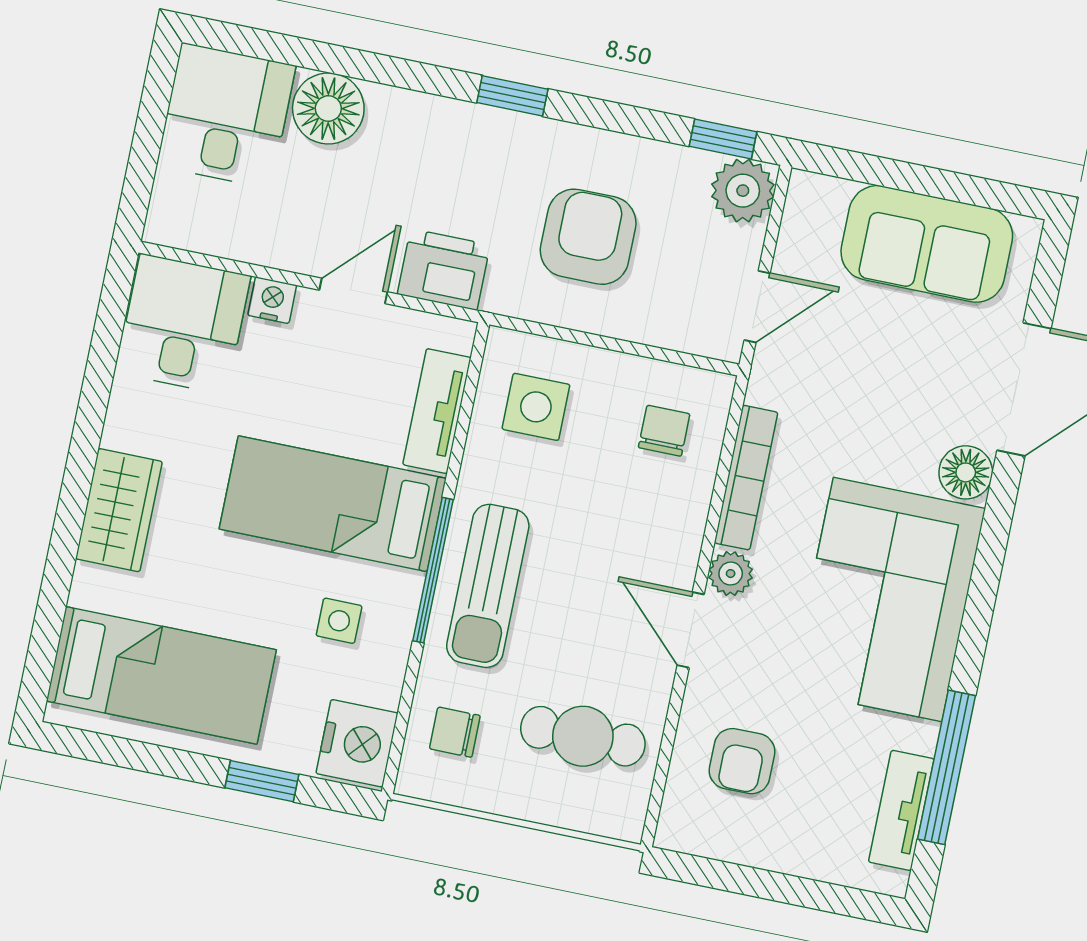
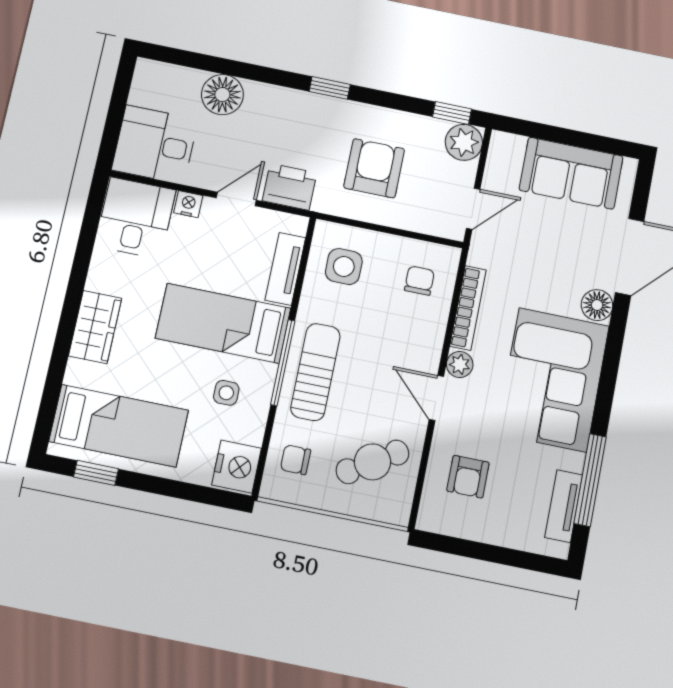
desk: (226, 116) -> (155, 145), moved, turned -90
sun lounger: (488, 586) -> (315, 372), turned 180
cafe table: (583, 736) -> (372, 462), turned -32
window: (262, 781) -> (96, 473), moved

